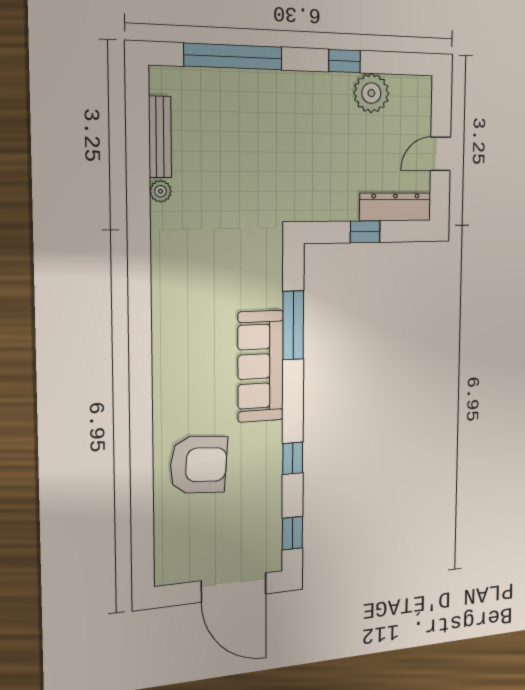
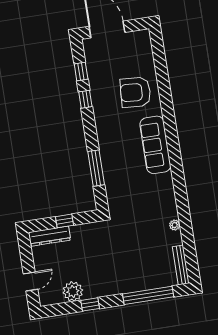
bench: (160, 137) -> (181, 265), moved
door: (441, 154) -> (31, 282), moved
sofa: (261, 366) -> (155, 145), moved, turned 180
window: (292, 533) -> (81, 72), moved

